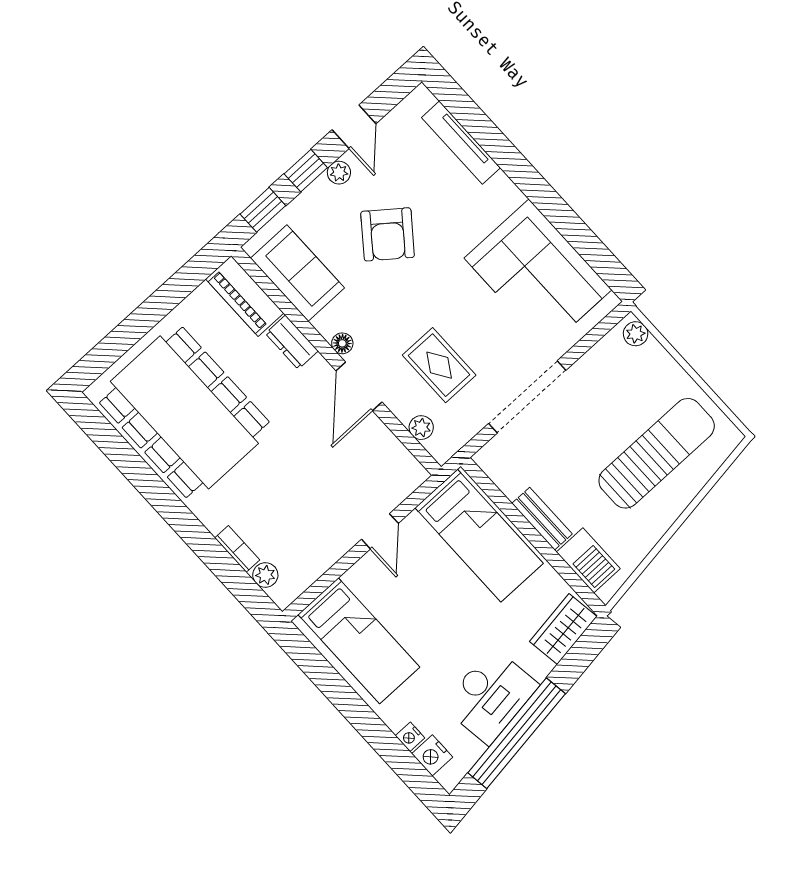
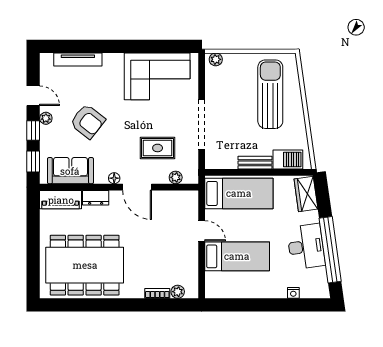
bed: (359, 641) -> (237, 256), moved
nightstand: (432, 755) -> (309, 291), removed

